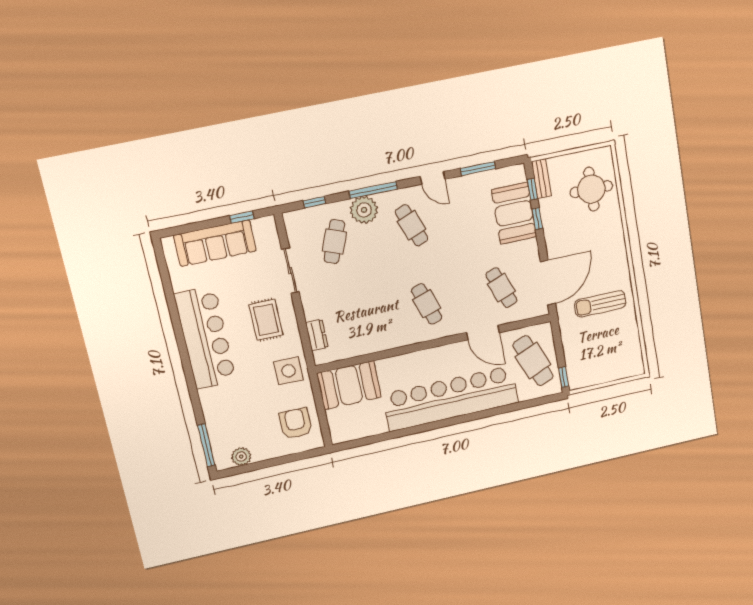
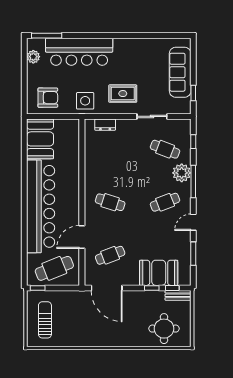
cafe table: (427, 304) -> (110, 202), turned 36
sun lounger: (600, 304) -> (45, 320), moved
bar counter: (205, 338) -> (79, 52), moved
booth: (349, 385) -> (40, 139), moved

